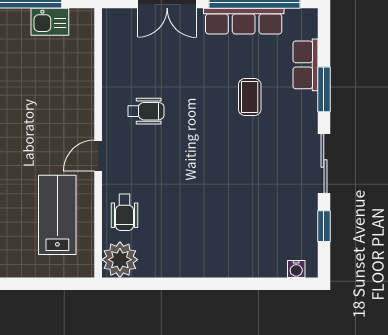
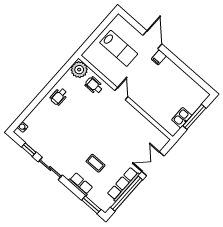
row of seats: (305, 65) -> (81, 184), moved
window: (324, 89) -> (91, 205), moved
wheelchair: (146, 111) -> (59, 96), moved
lab bench: (57, 215) -> (119, 48), moved

